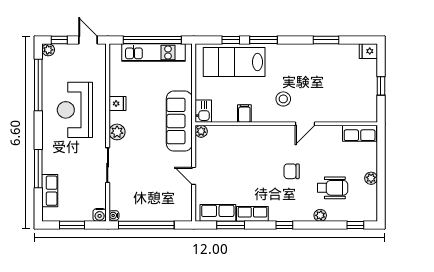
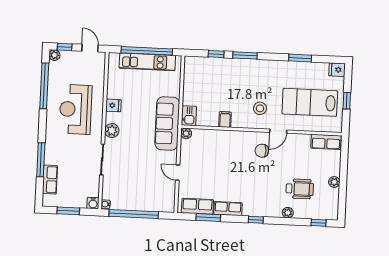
lab bench: (234, 62) -> (310, 102), moved
chair: (292, 171) -> (262, 151), moved

